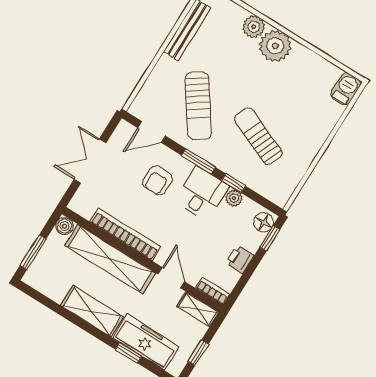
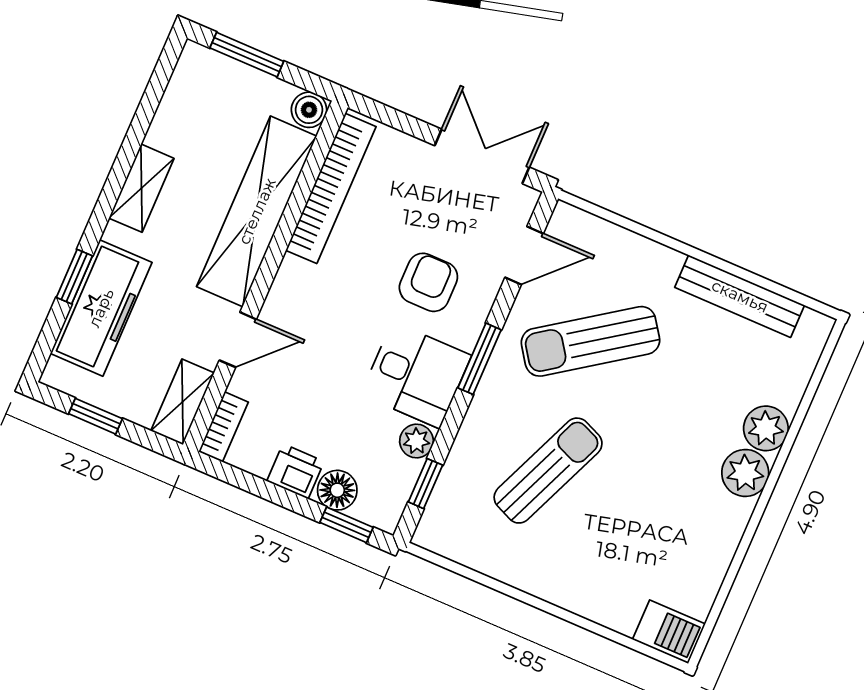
plant: (275, 46) -> (745, 473), width x0.73, depth x0.73
door: (151, 132) -> (524, 255), swing flipped
double door: (90, 161) -> (482, 156), moved
armchair: (157, 181) -> (428, 282), turned 90
window: (234, 183) -> (425, 484), moved
floor lamp: (263, 222) -> (337, 490), moved
bookcase: (125, 234) -> (331, 188), moved
shelving: (92, 311) -> (141, 188), width x0.67, depth x0.75

